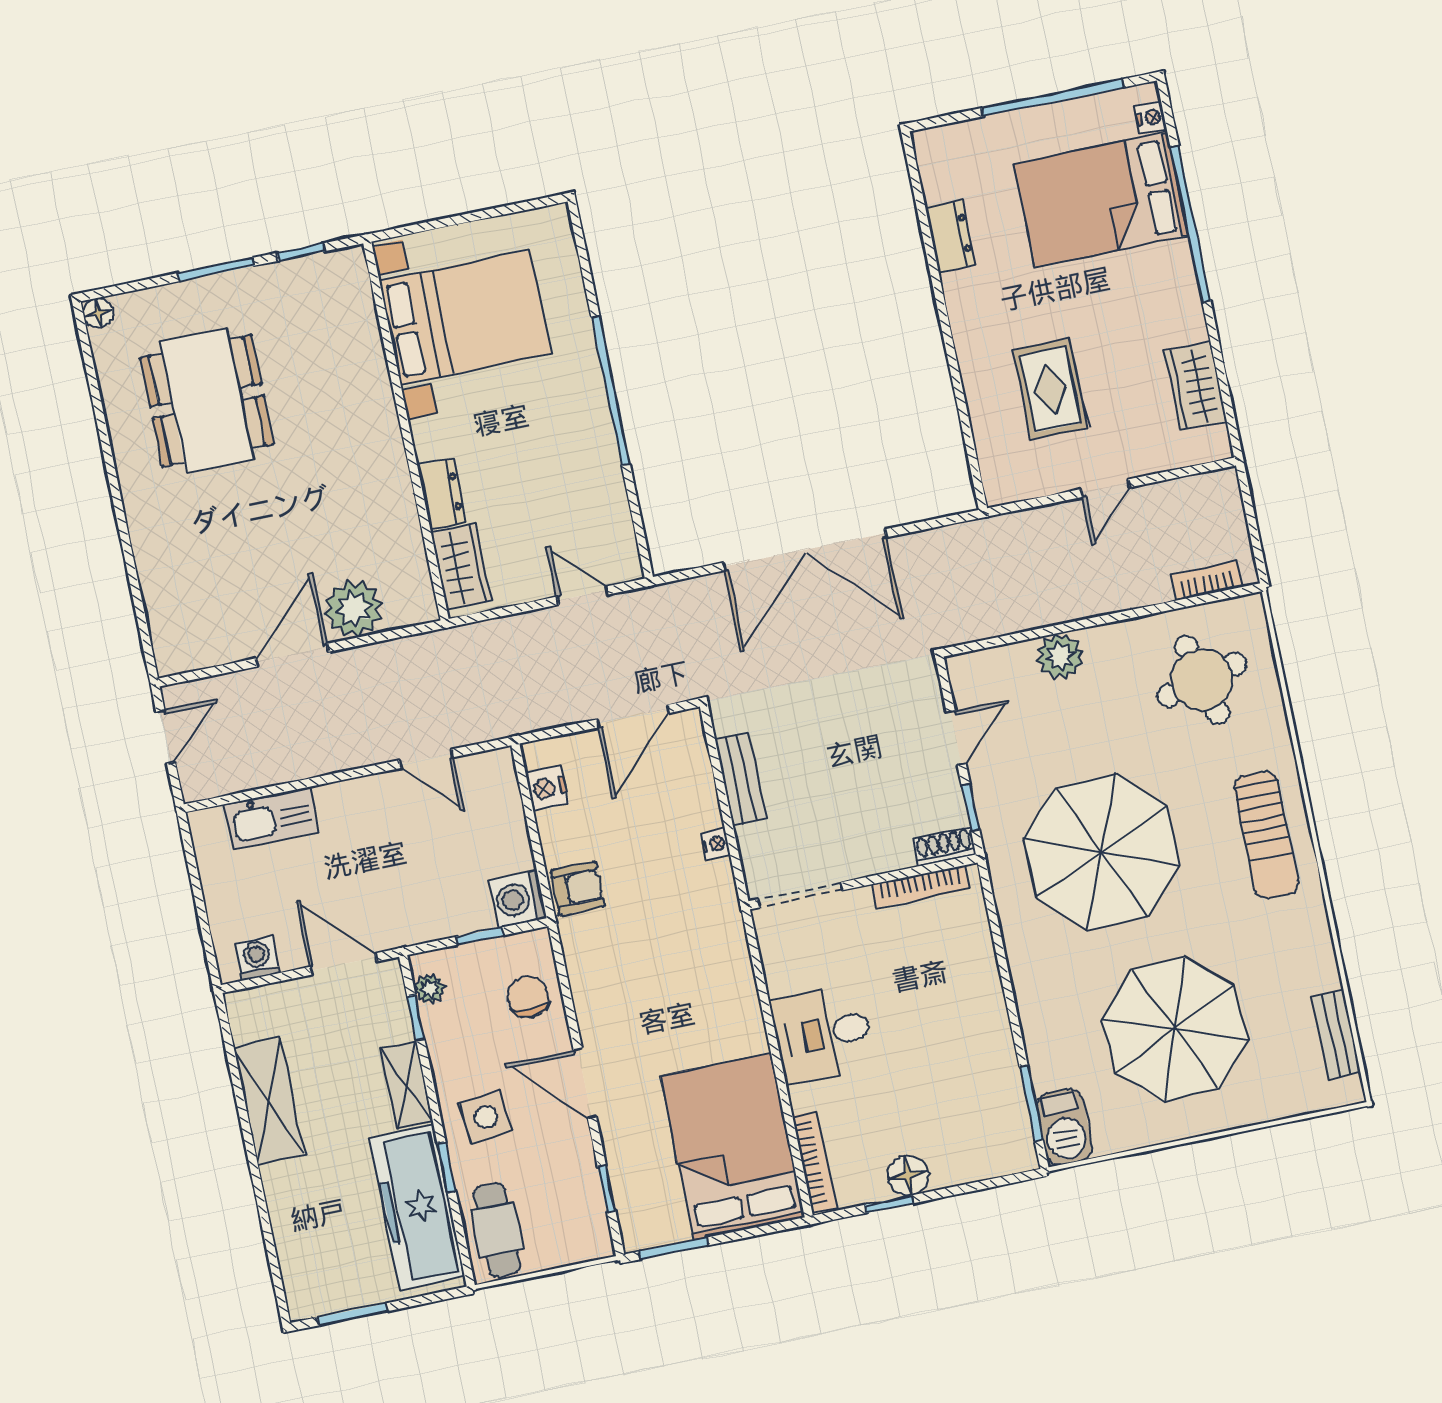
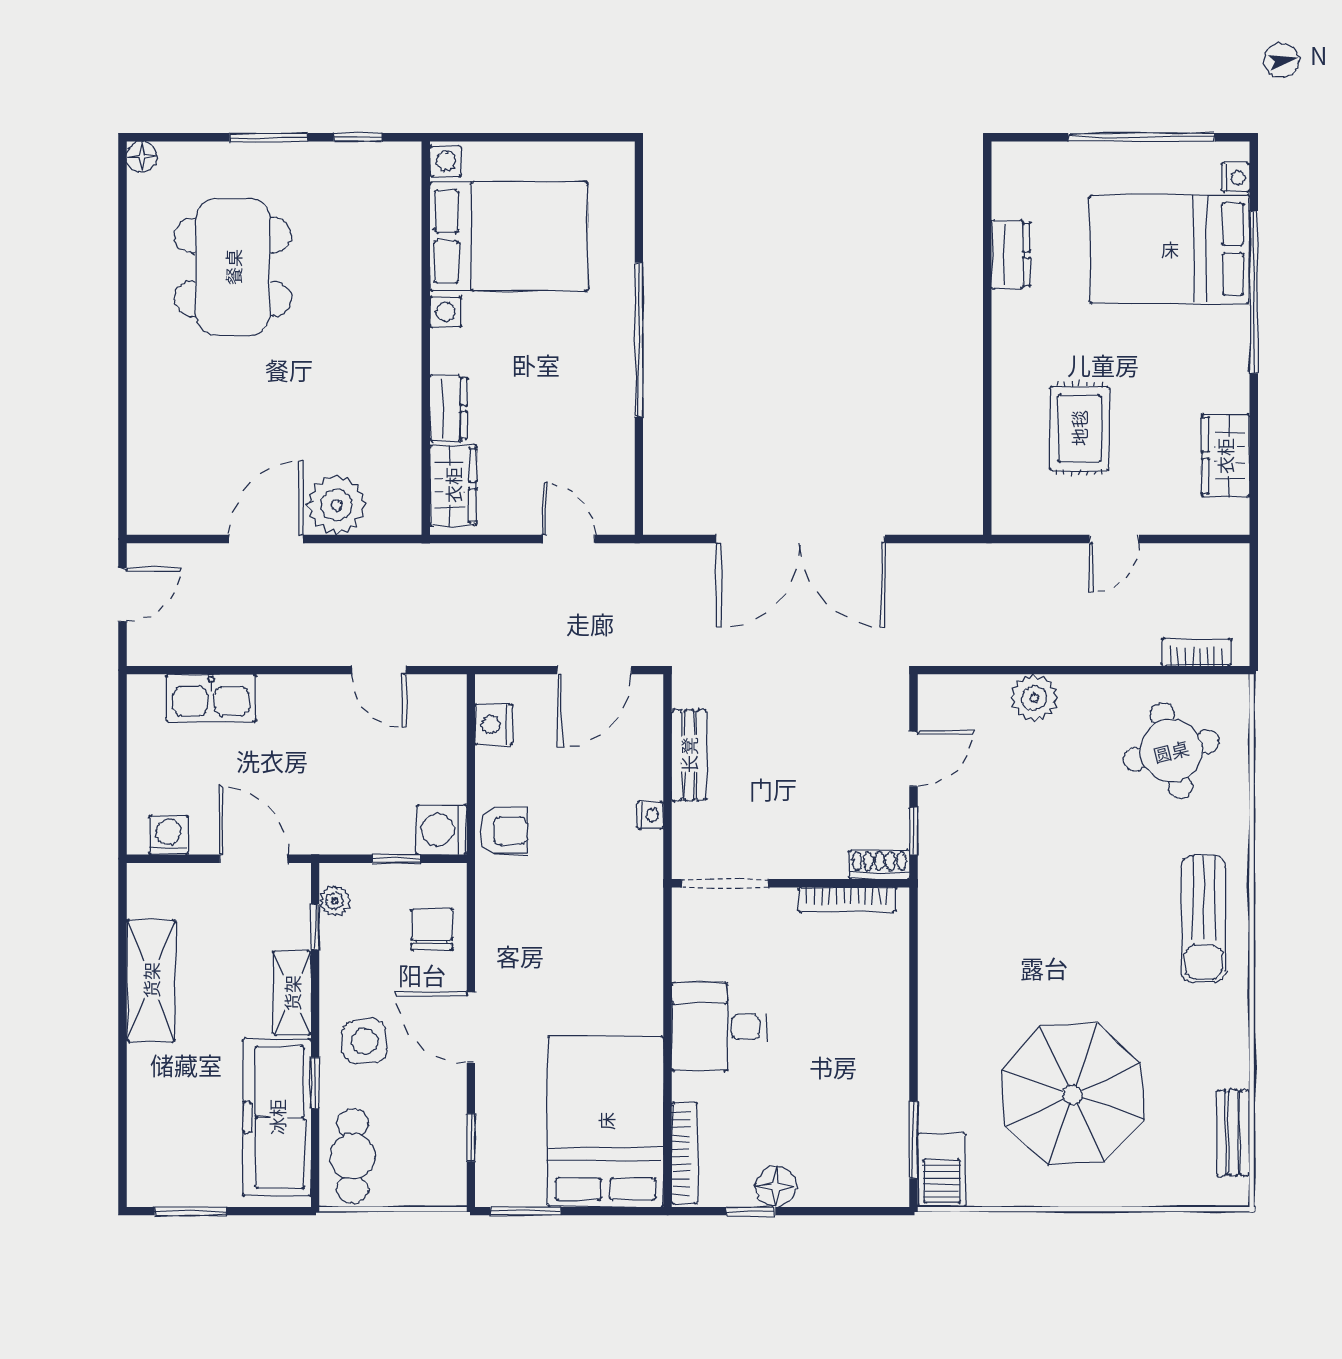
parasol: (1102, 852) -> (1036, 902), removed

